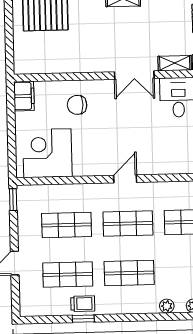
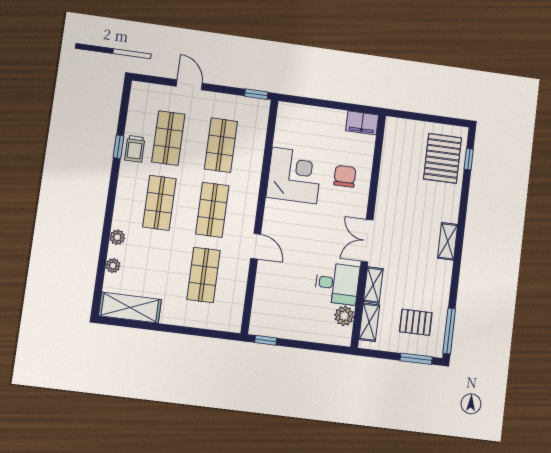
corner desk: (47, 153) -> (294, 176), moved
door: (125, 179) -> (256, 246), moved

